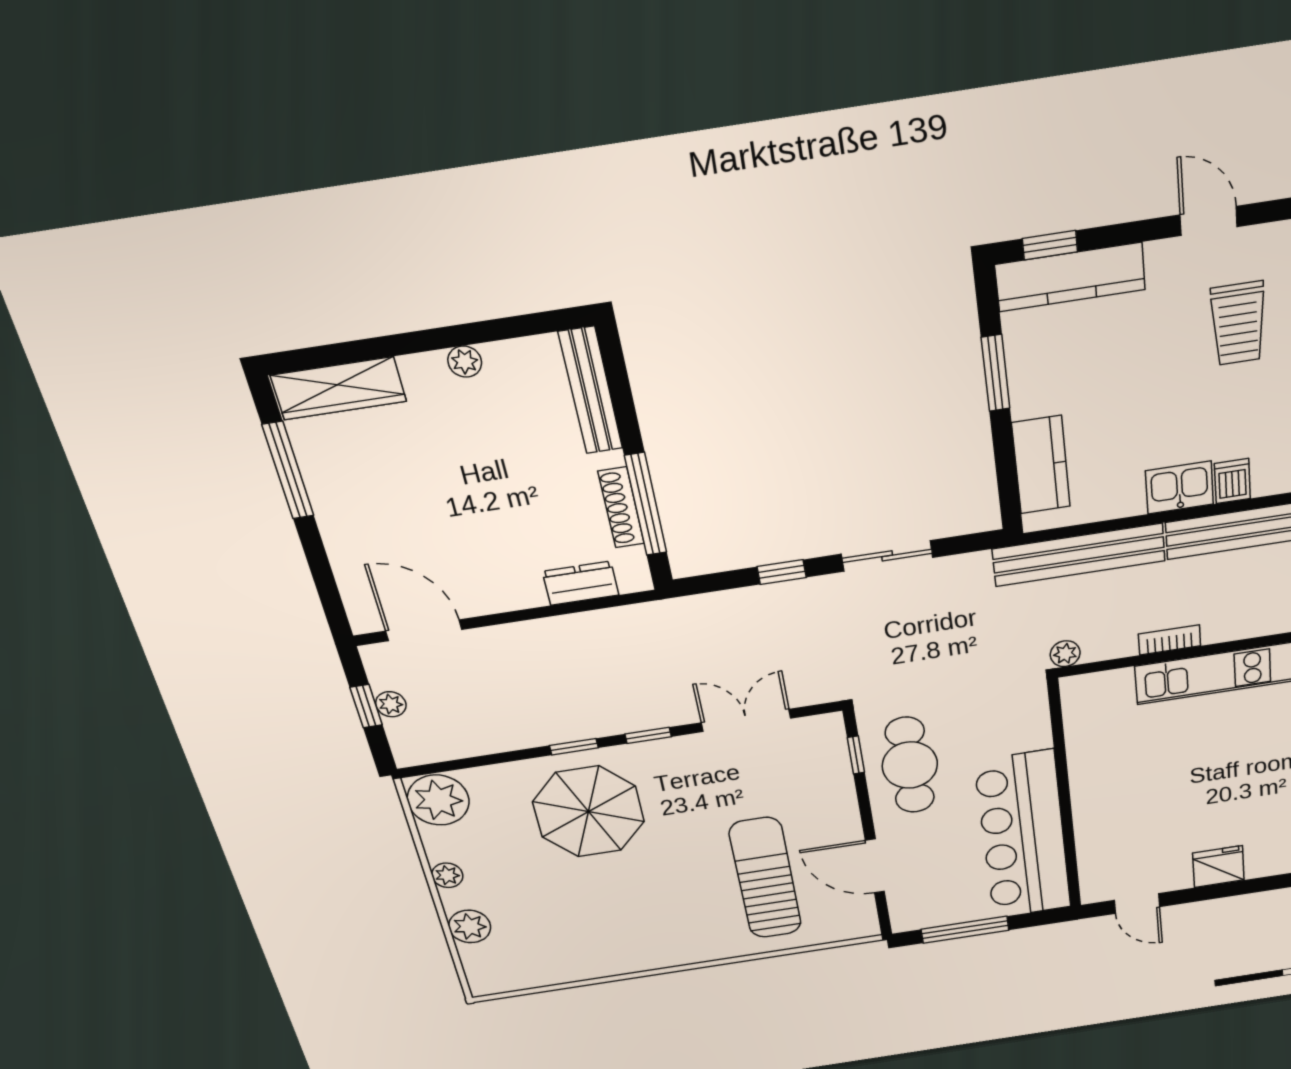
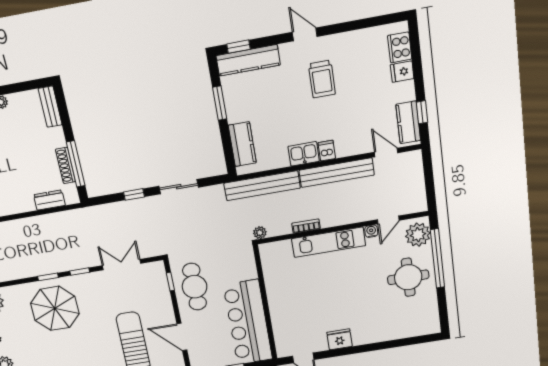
bench: (591, 391) -> (50, 107), width x0.73

